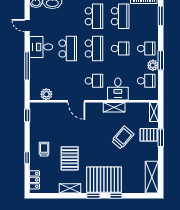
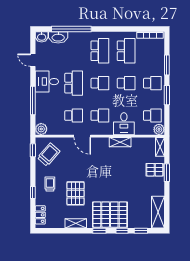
window: (161, 16) -> (167, 65), moved
school desk: (94, 49) -> (100, 83), width x0.54
plant: (153, 65) -> (159, 129), moved
school desk: (68, 81) -> (74, 116), added
plant: (46, 94) -> (41, 129), moved
trolley: (123, 137) -> (49, 155), moved
window: (135, 196) -> (141, 231), added

